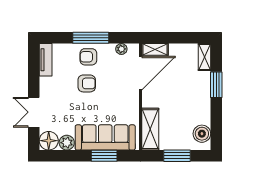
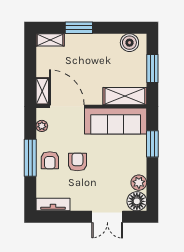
sofa: (105, 137) -> (116, 121), moved, turned -90

